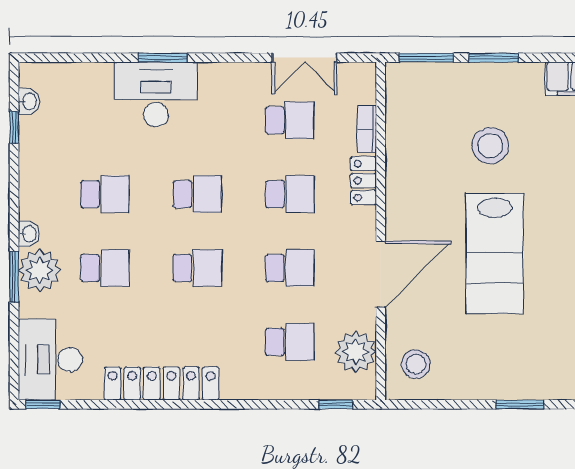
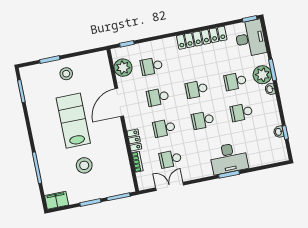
washbasin: (29, 101) -> (279, 132), moved
stool: (416, 364) -> (66, 74), moved

